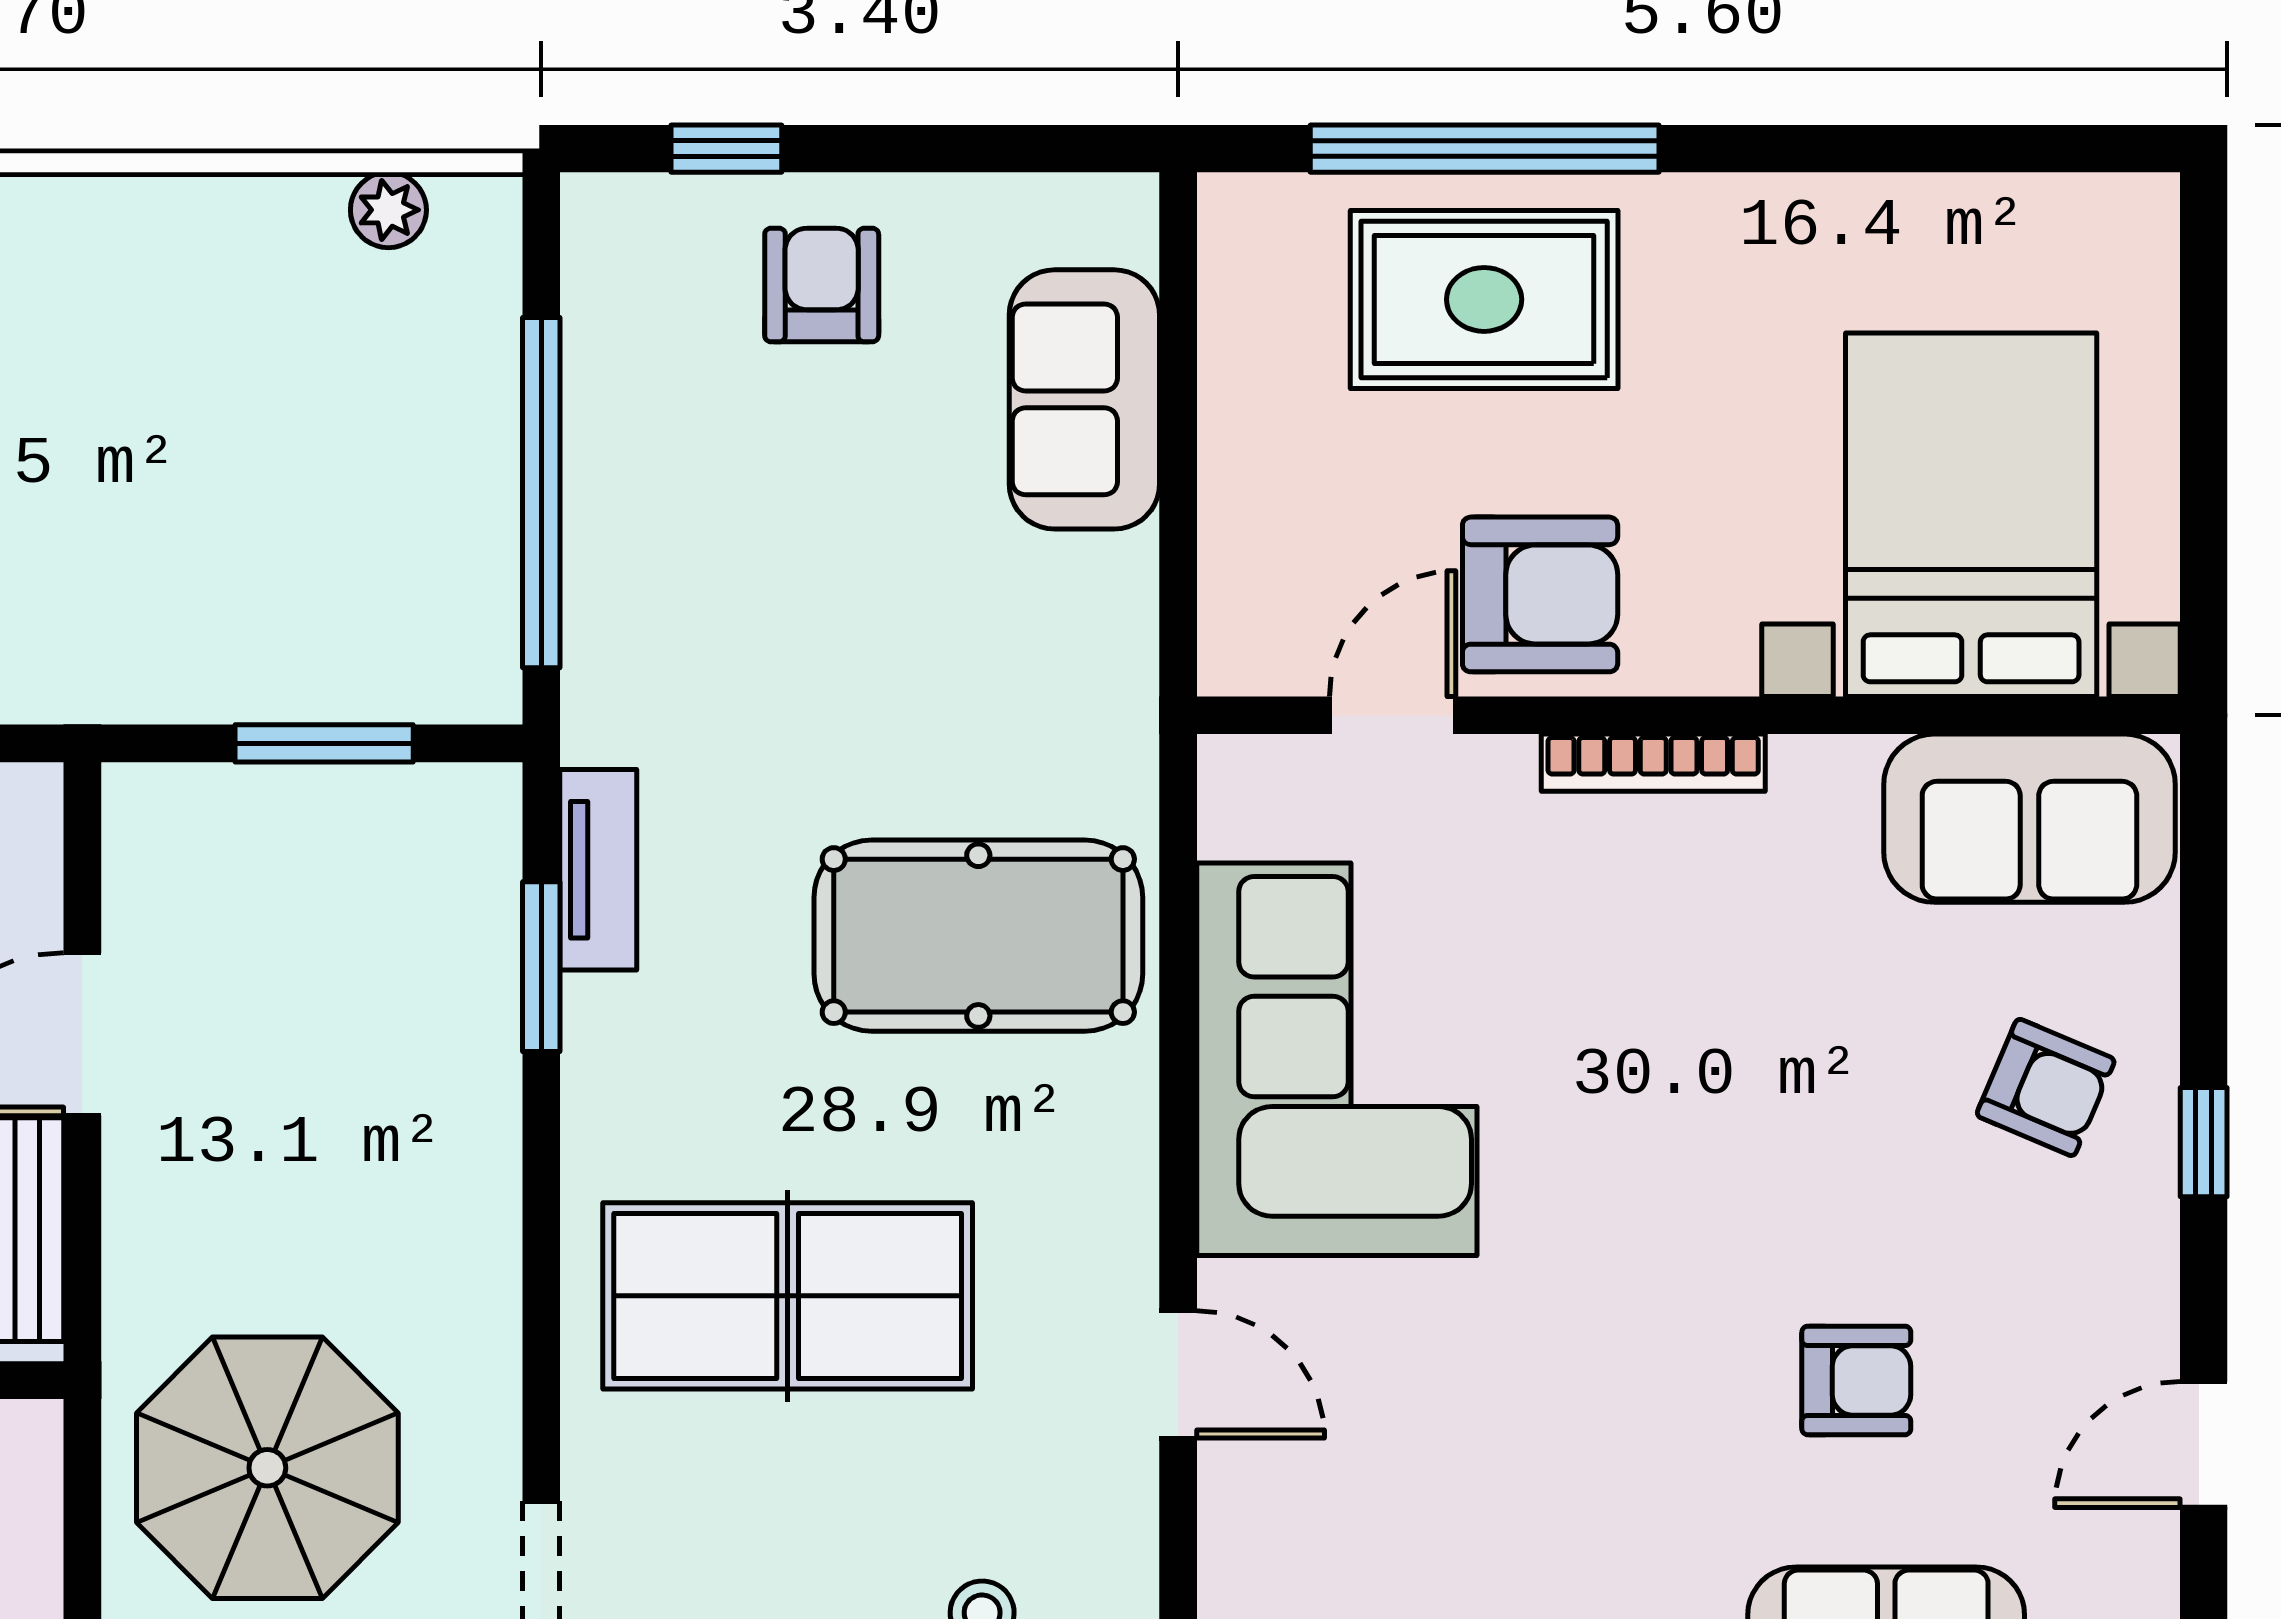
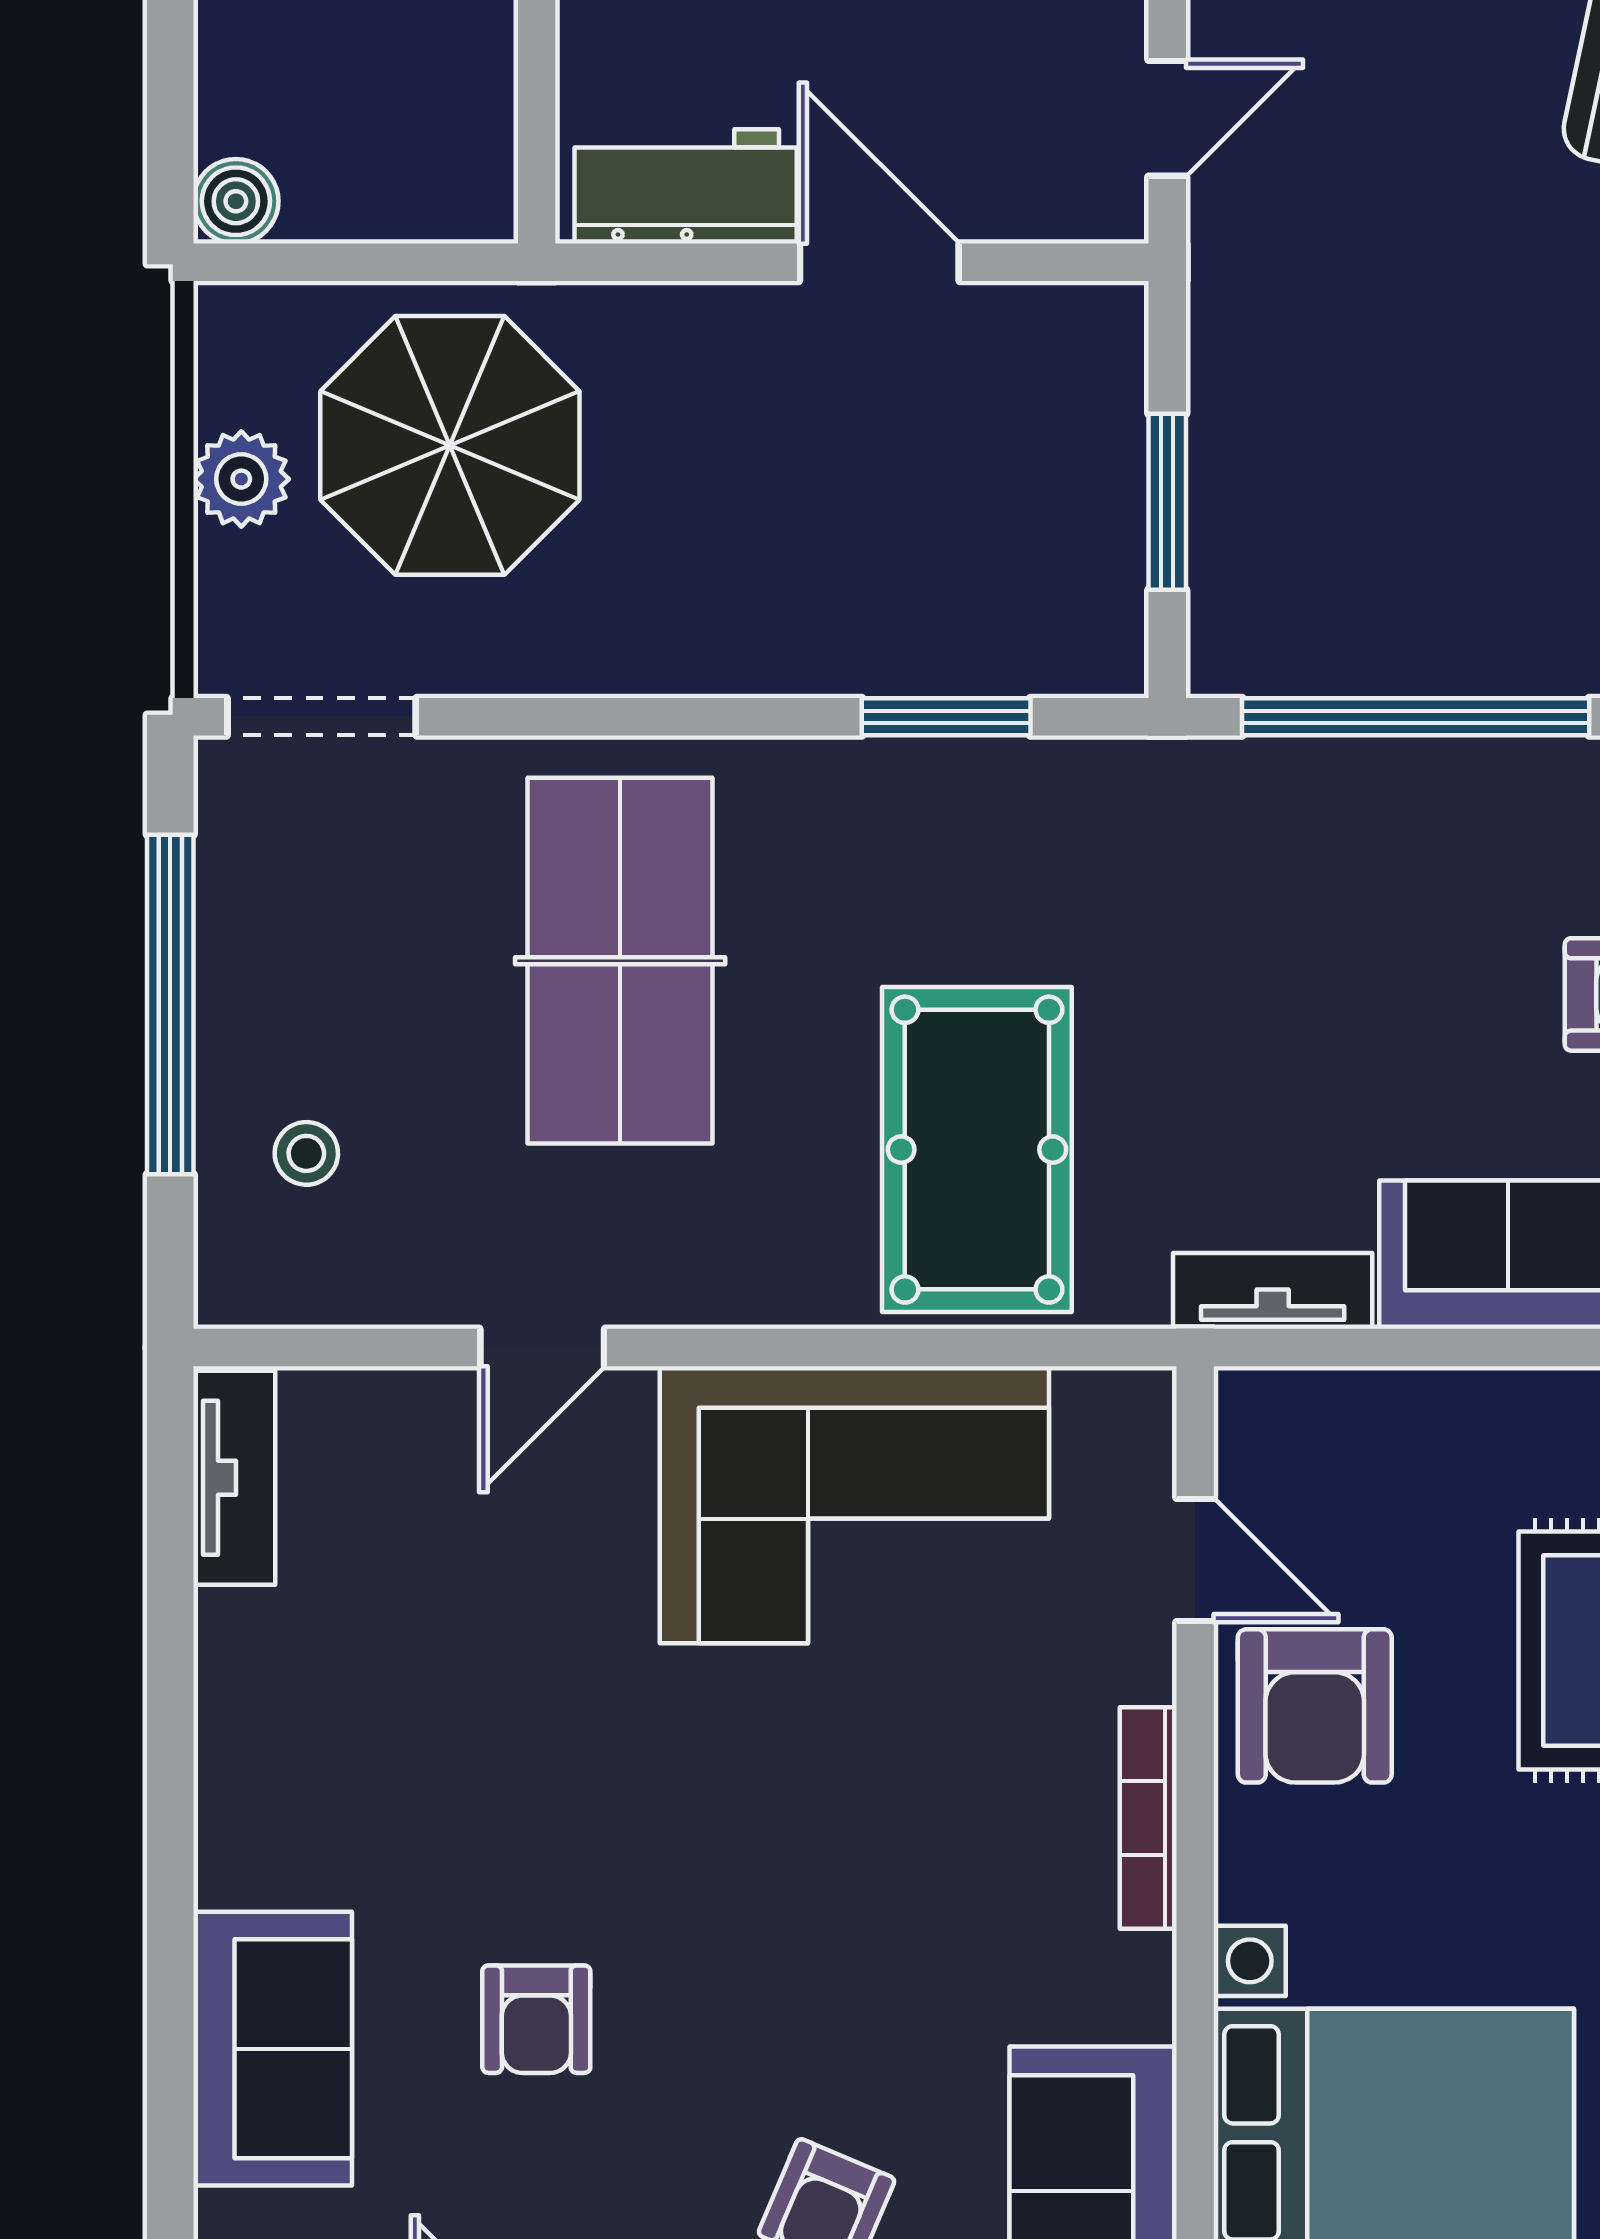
tv unit: (598, 870) -> (1273, 1291), moved, turned 180

